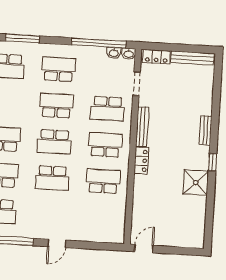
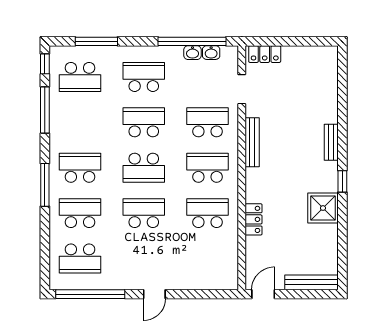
washbasin: (129, 54) -> (193, 53), moved
bench: (192, 58) -> (312, 282), moved
school desk: (107, 109) -> (208, 122), turned 180
locker: (141, 161) -> (254, 219), moved
school desk: (52, 178) -> (144, 213), turned 180

